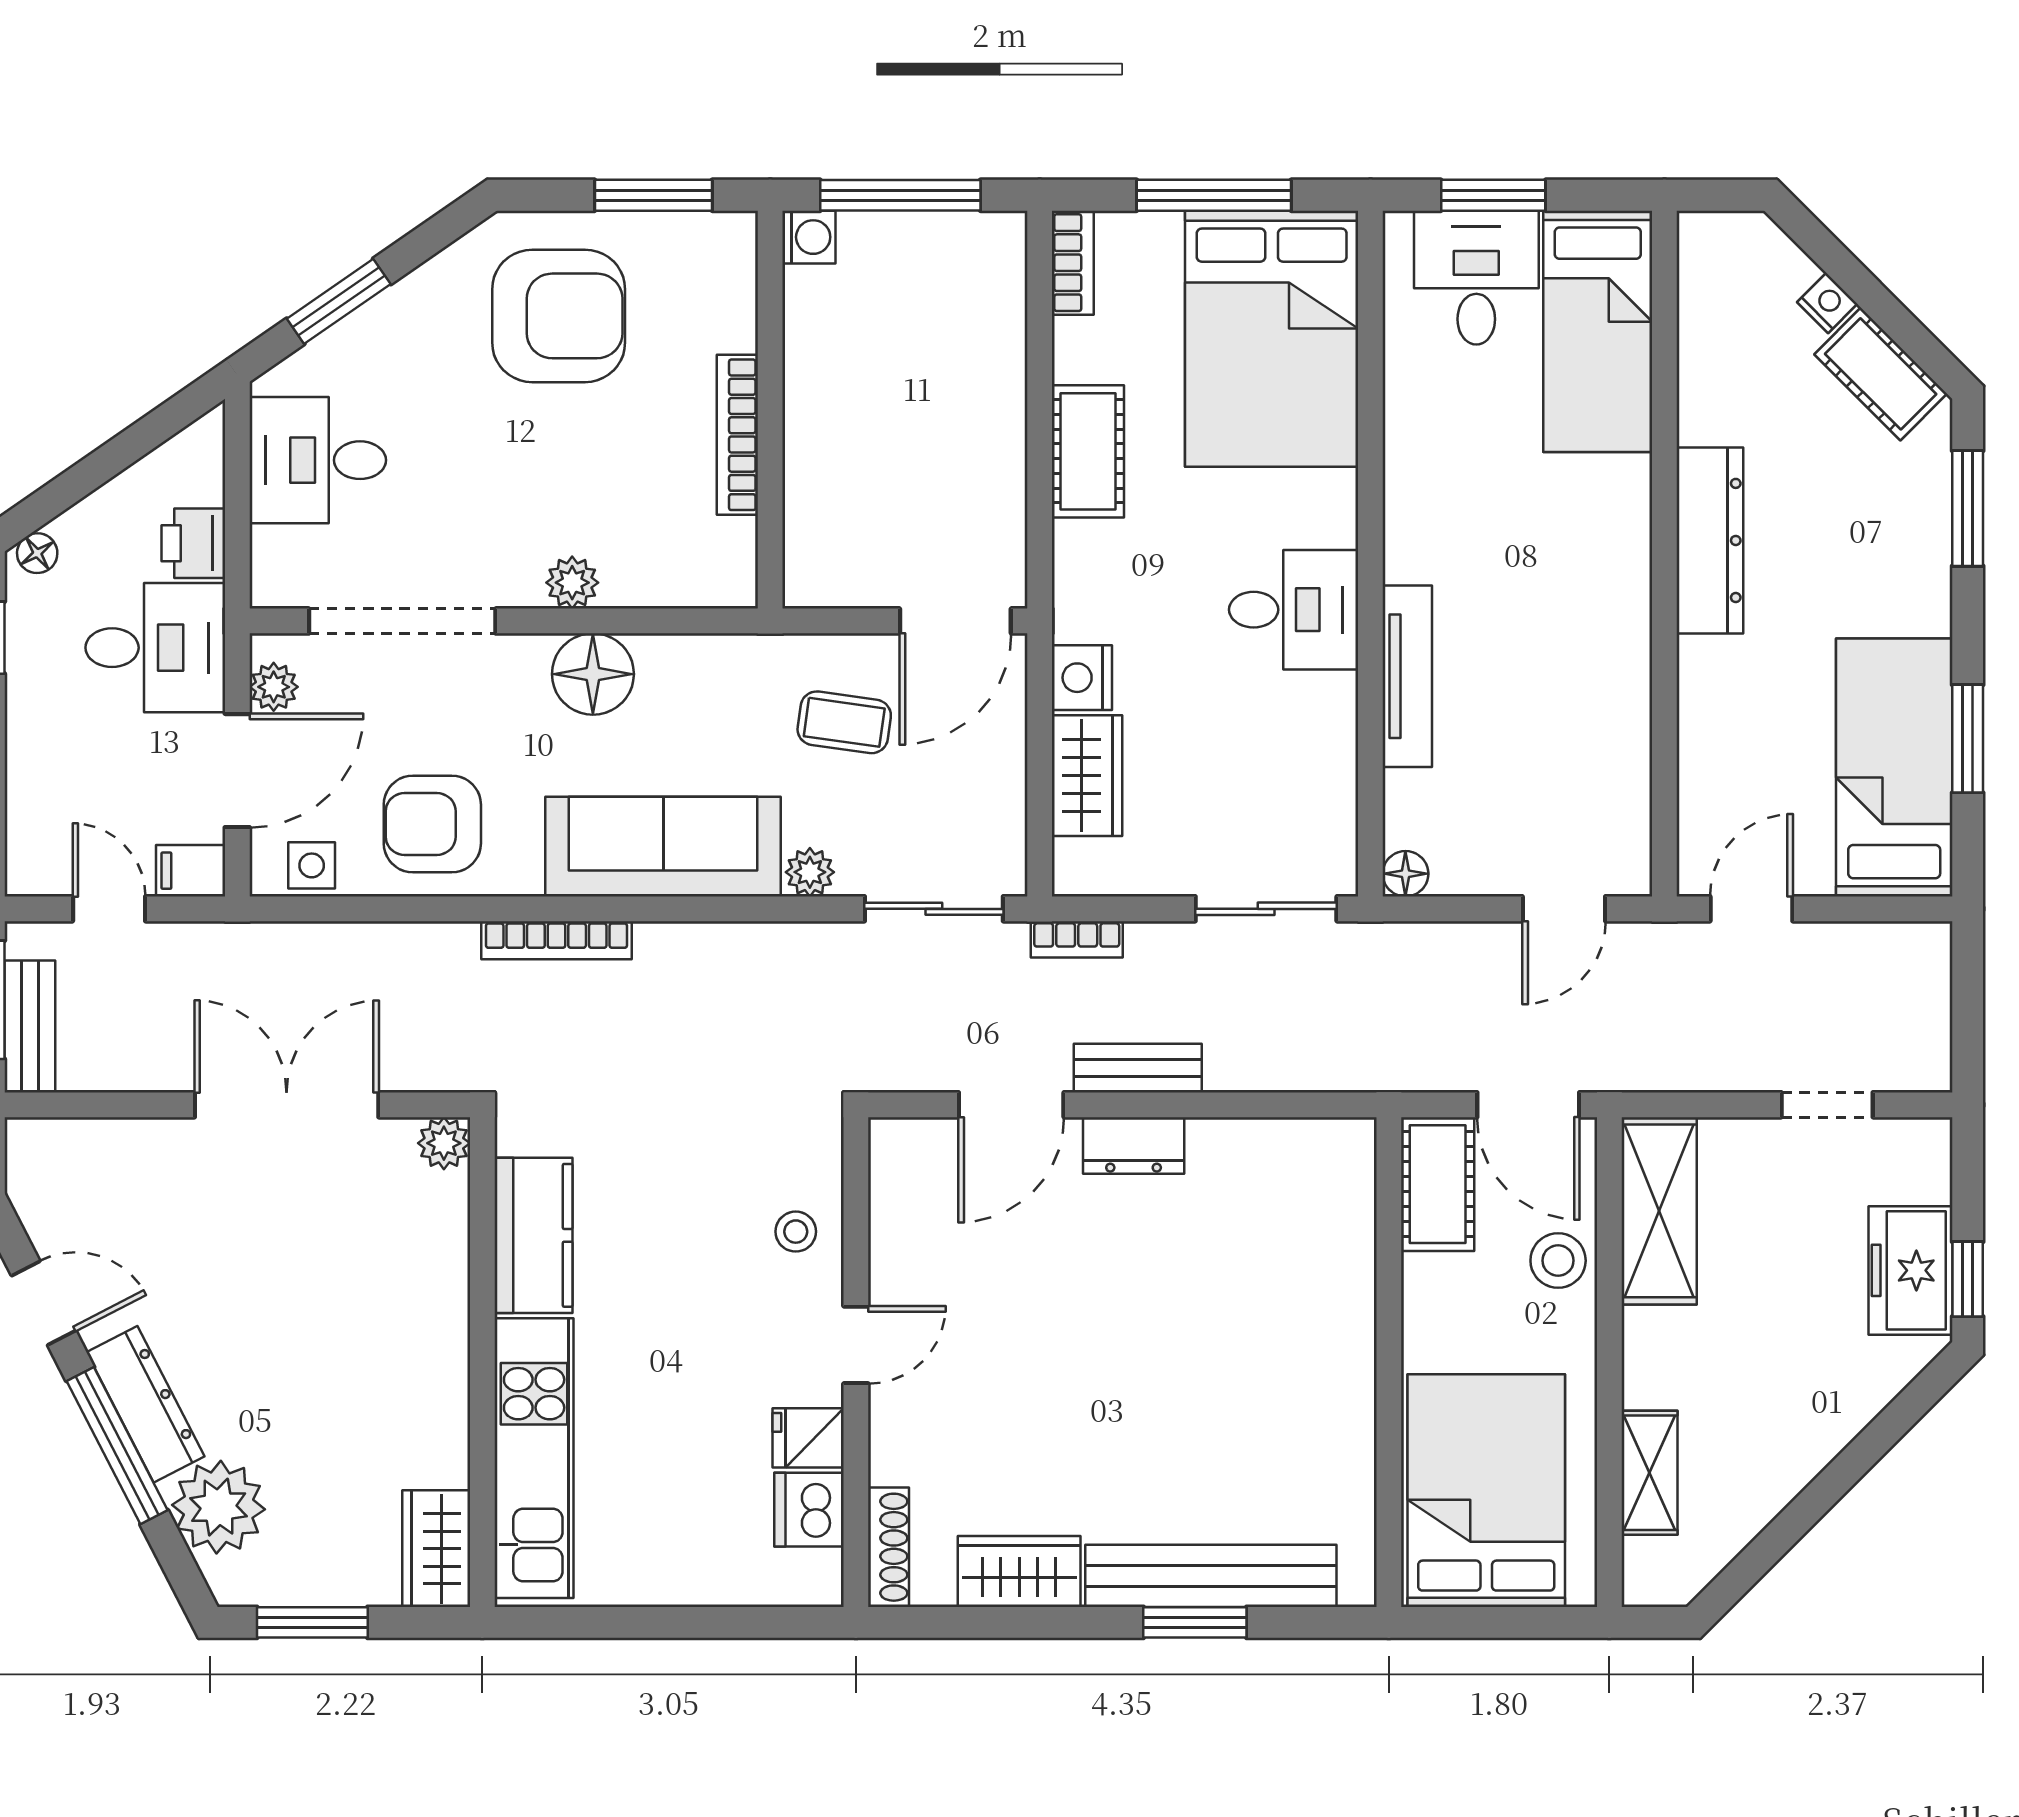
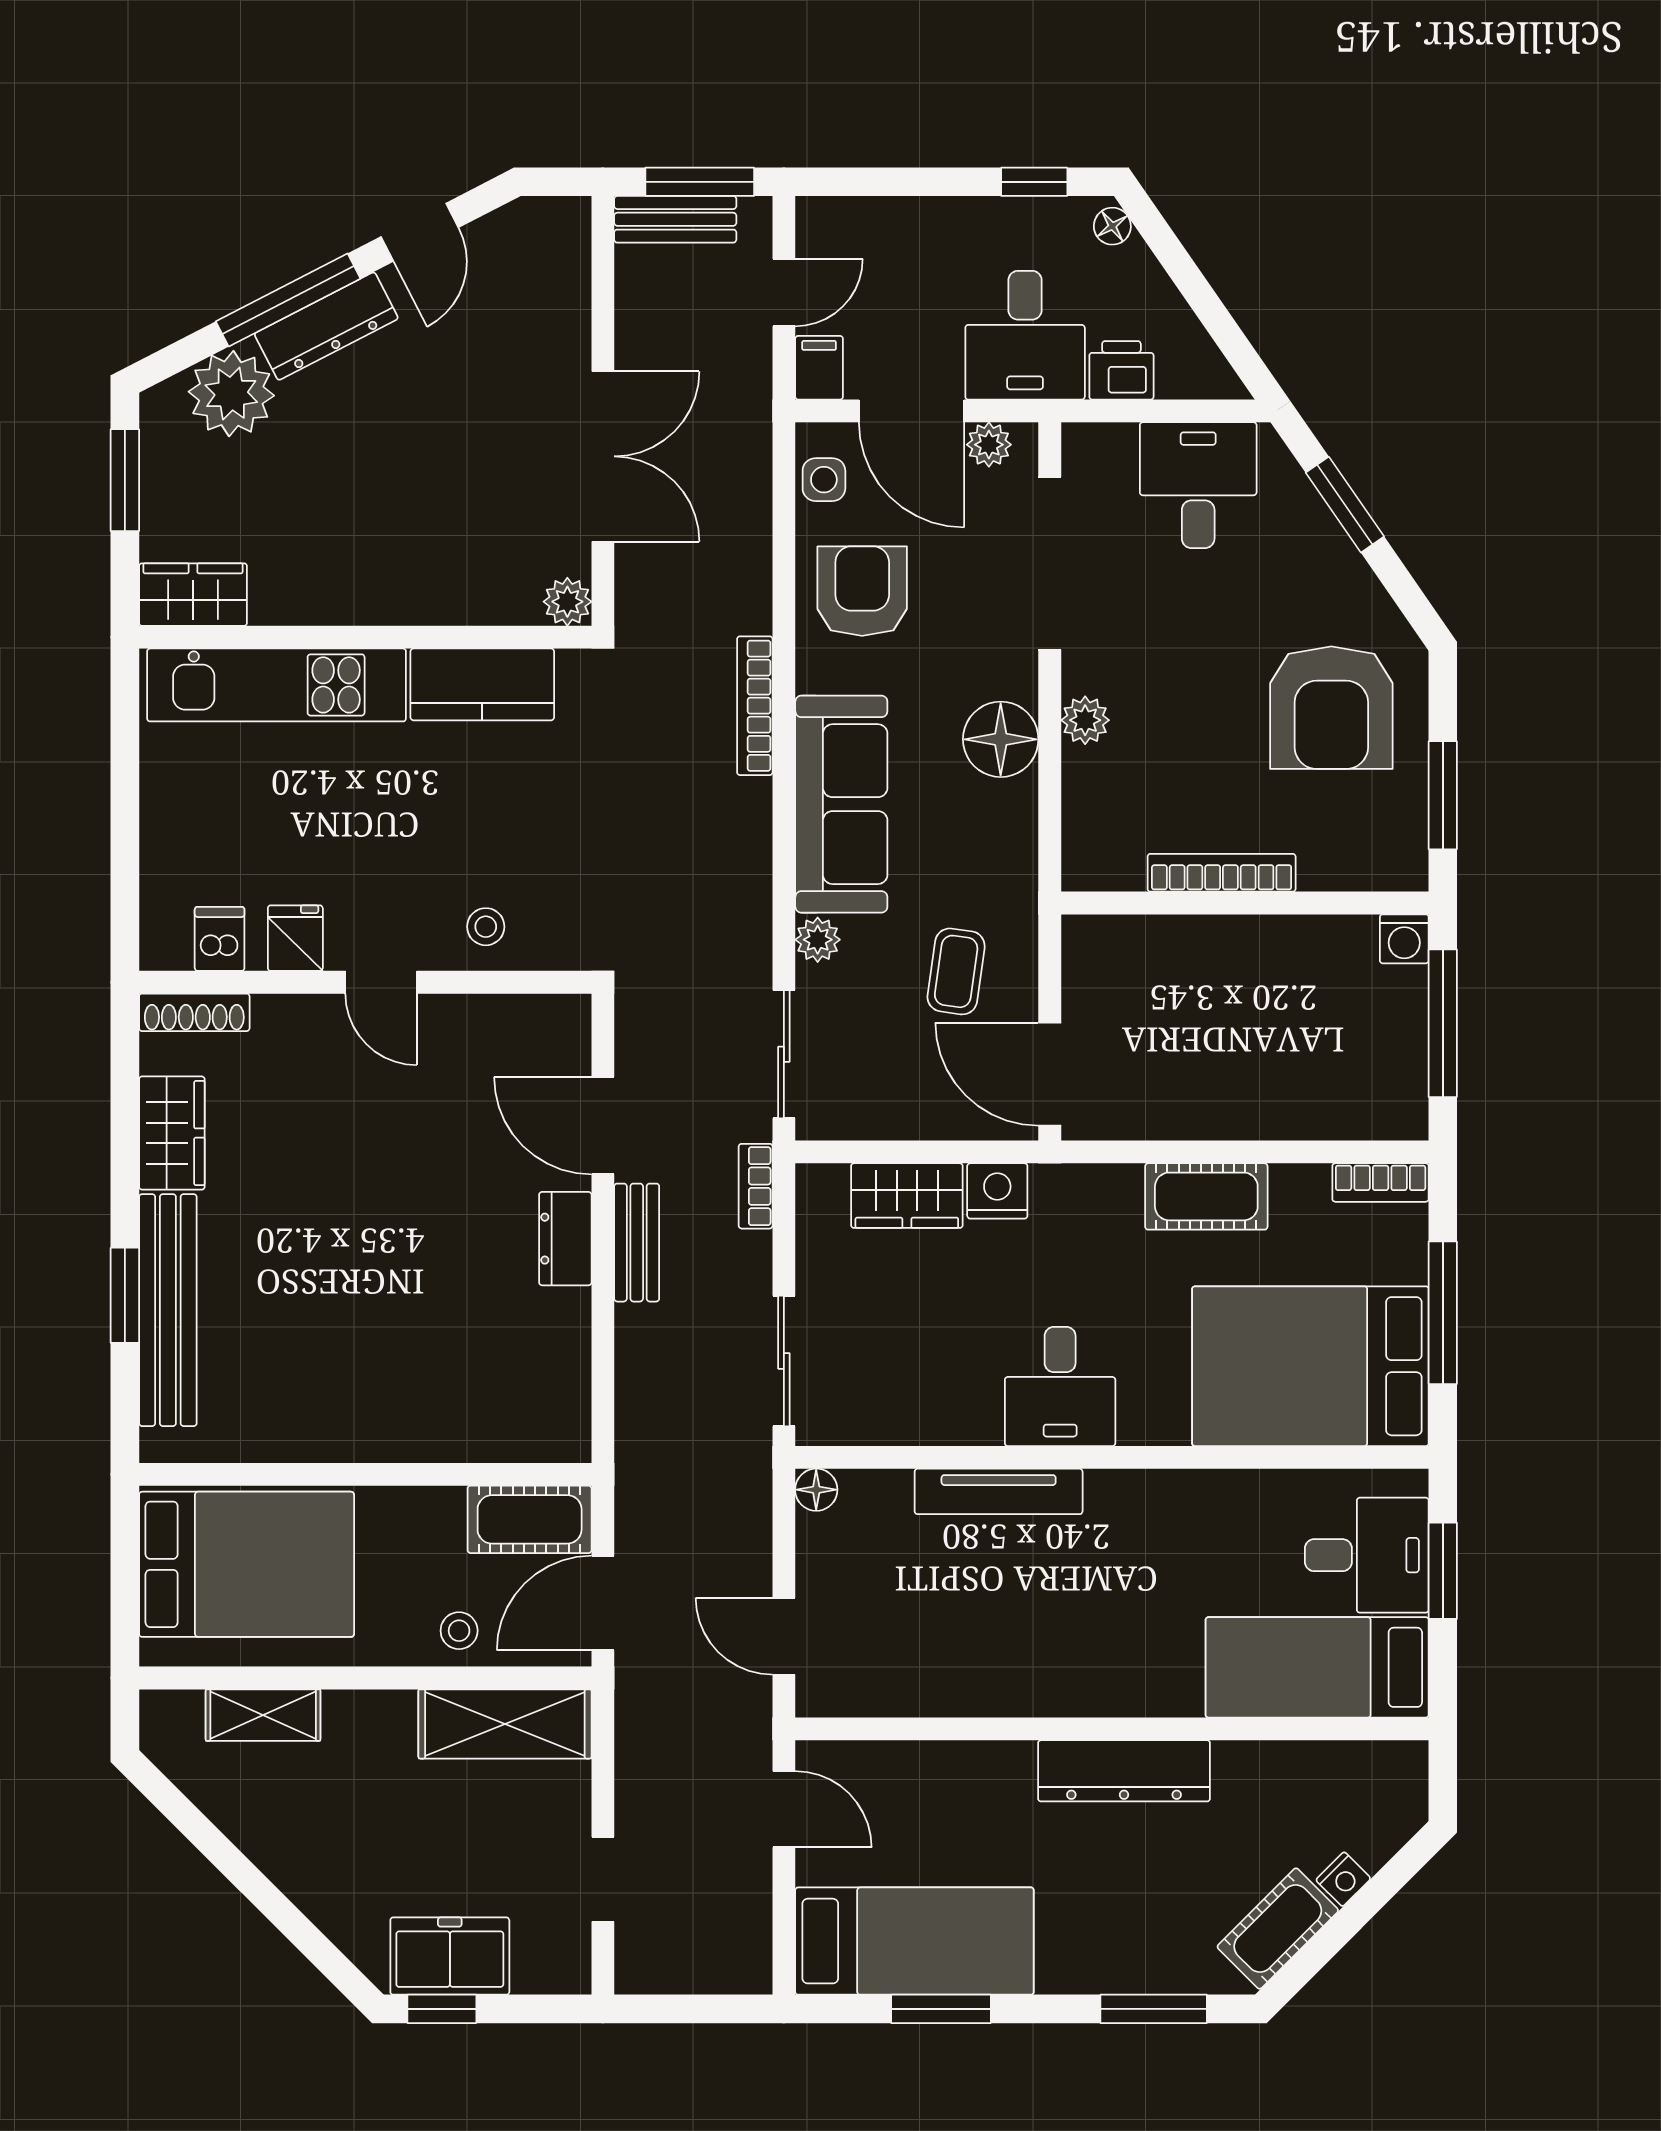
stool: (1558, 1261) -> (459, 1631), width x0.73, depth x0.73
dishwasher: (809, 1510) -> (220, 939), width x0.73

